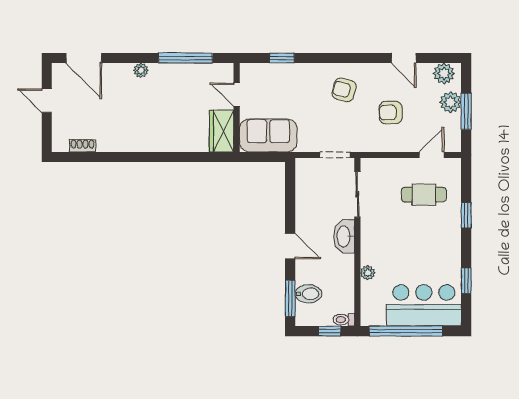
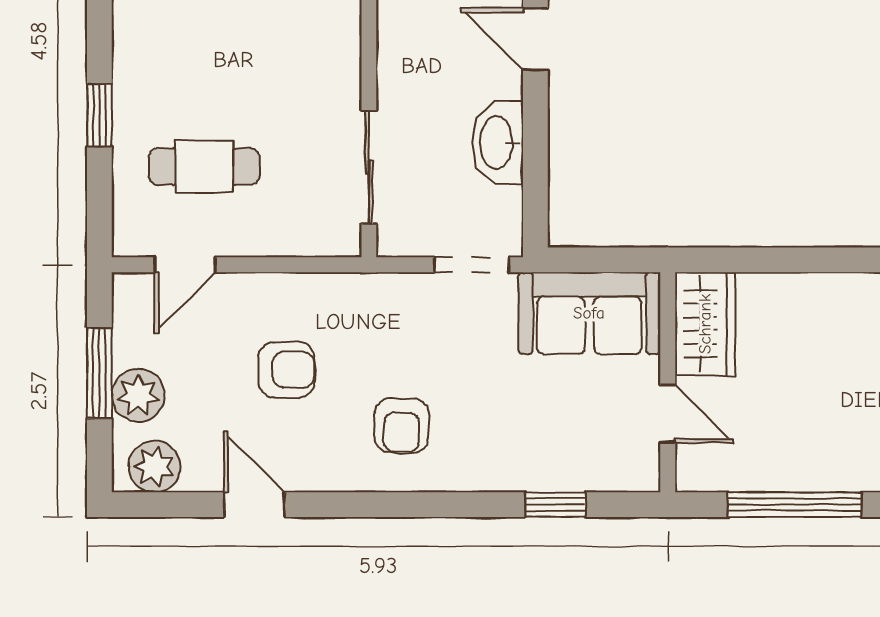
armchair: (344, 90) -> (402, 426), turned 77
doorway: (335, 155) -> (471, 265), moved
washbasin: (344, 236) -> (498, 143), moved, turned 180

